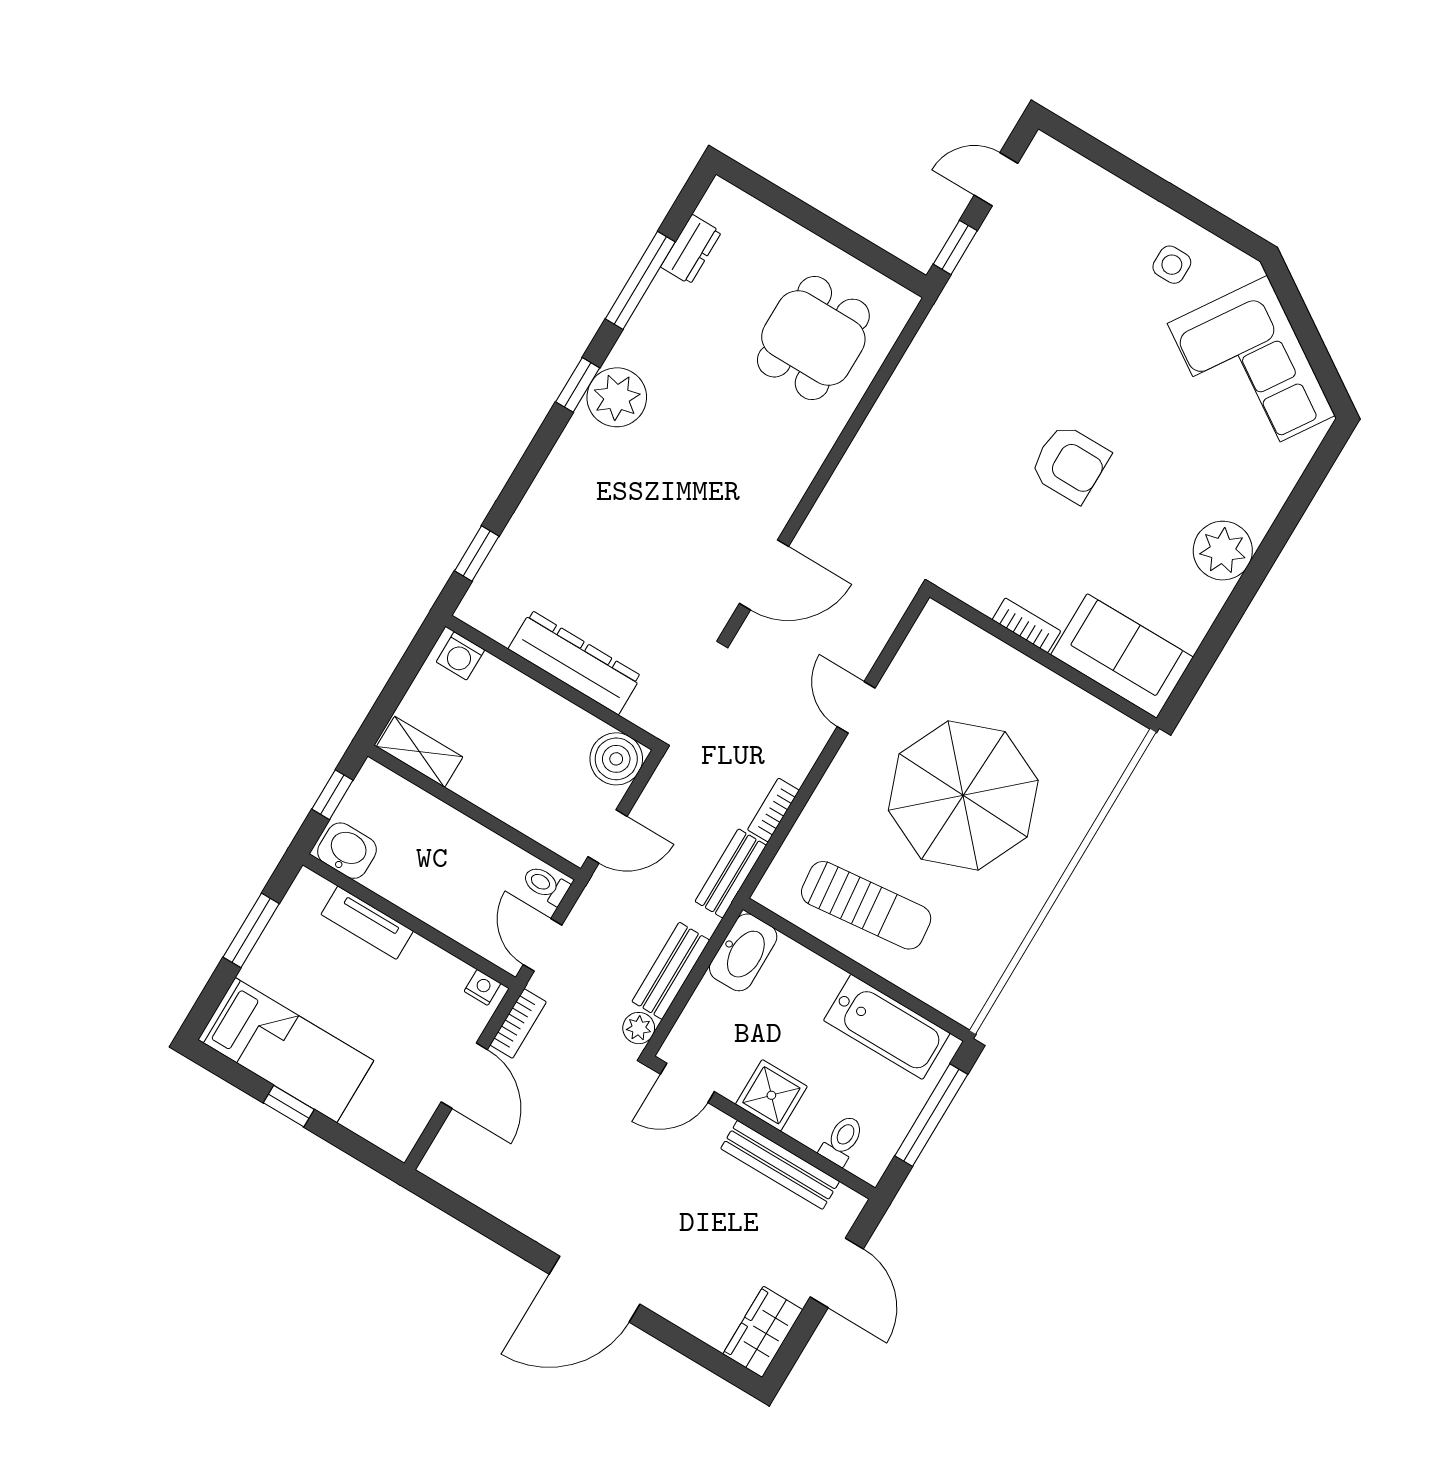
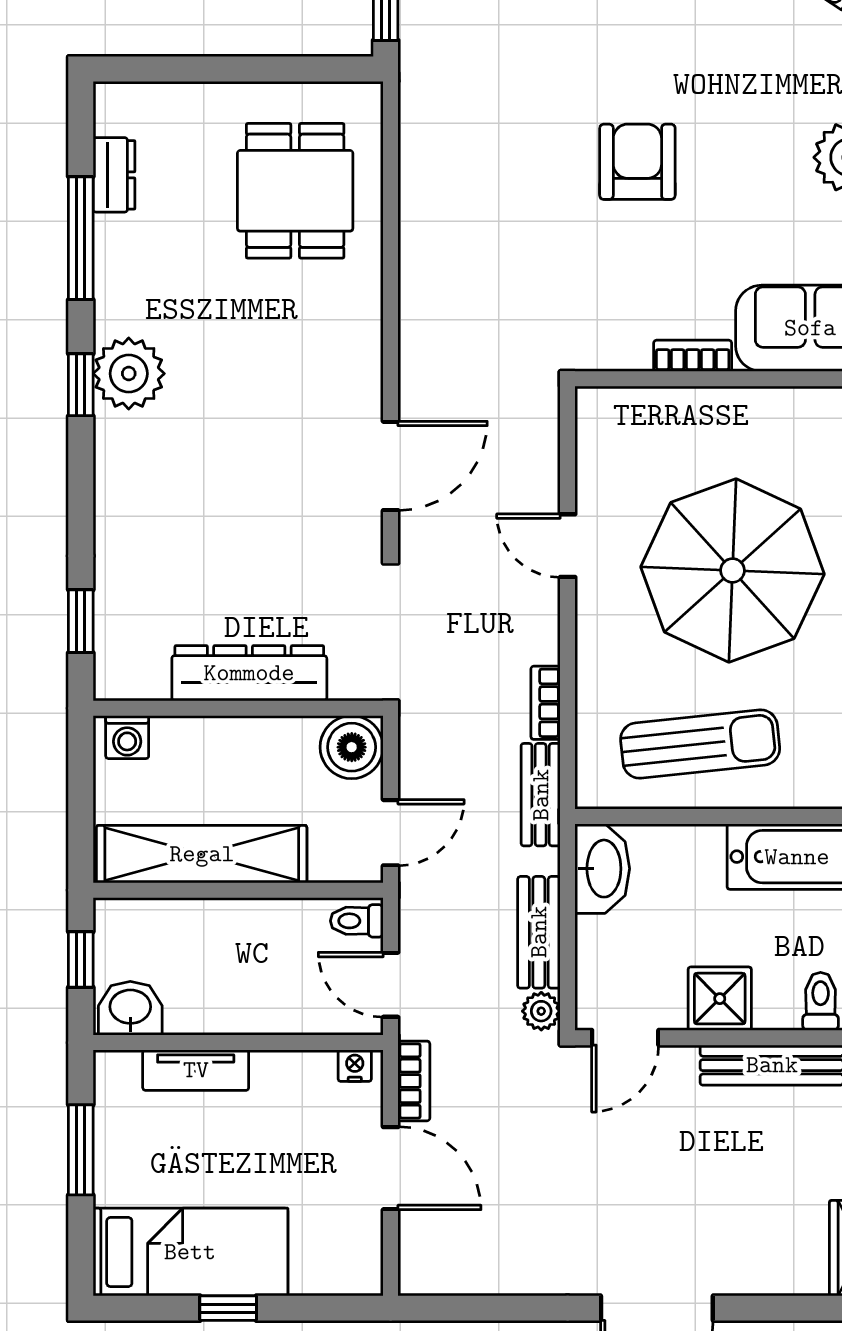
armchair: (1070, 463) -> (637, 162), turned -90
shelving: (420, 752) -> (202, 854), width x2.20, depth x1.33

